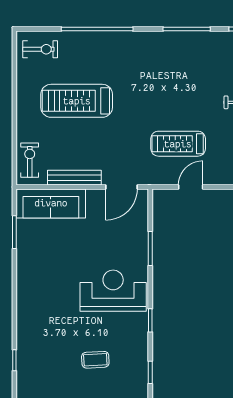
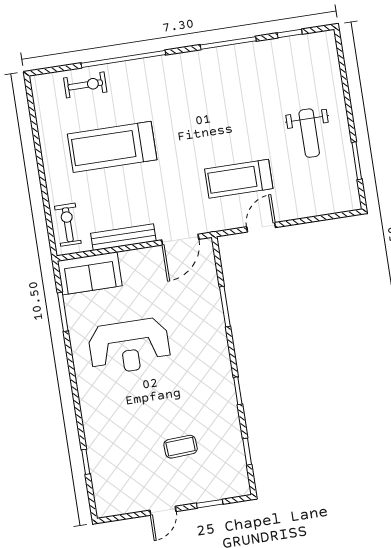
exercise bike: (40, 49) -> (85, 85), moved
sofa: (51, 203) -> (90, 273), width x0.73
reception desk: (113, 291) -> (129, 346), moved, turned 180

